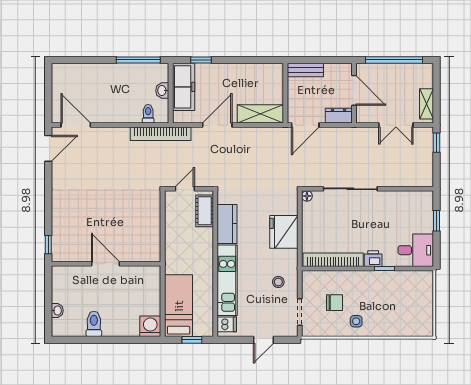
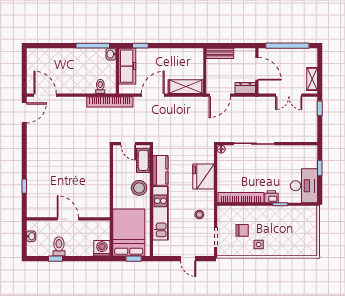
washbasin: (162, 91) -> (111, 54), moved
door: (185, 189) -> (128, 144), swing flipped
stool: (199, 247) -> (139, 188), added
desk: (416, 250) -> (304, 186), width x1.37
door: (105, 264) -> (68, 219), moved
wall: (106, 264) -> (68, 219), moved
bed: (179, 306) -> (129, 233), width x1.50
dishwasher: (227, 324) -> (160, 247), removed
window: (89, 340) -> (55, 259), added
door: (264, 340) -> (188, 259), hinge flipped

